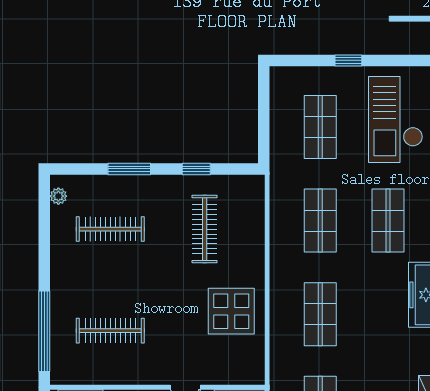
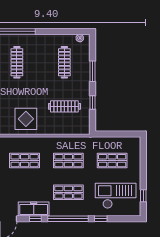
window: (348, 60) -> (143, 196), moved

